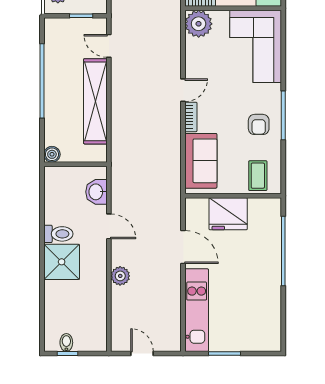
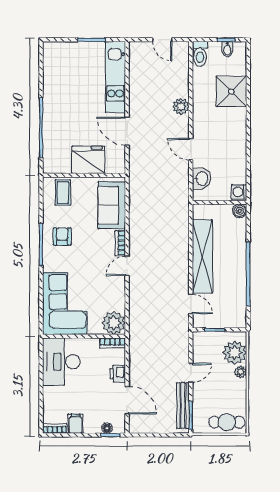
washing machine: (53, 176) -> (239, 192), added
toilet: (58, 234) -> (200, 54), moved, turned -90
shower: (62, 262) -> (231, 91), moved

